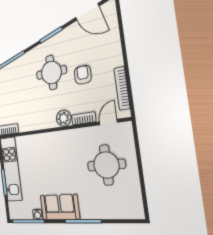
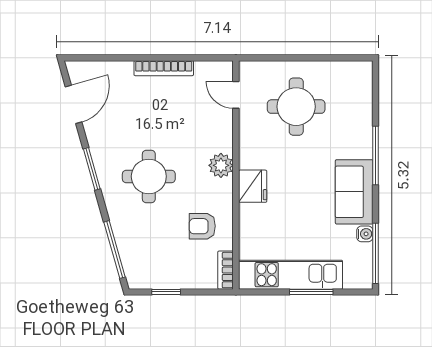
armchair: (83, 75) -> (202, 226), moved
bookcase: (122, 88) -> (164, 68), moved
bookcase: (84, 118) -> (226, 132), removed
fridge: (54, 141) -> (253, 186), added

